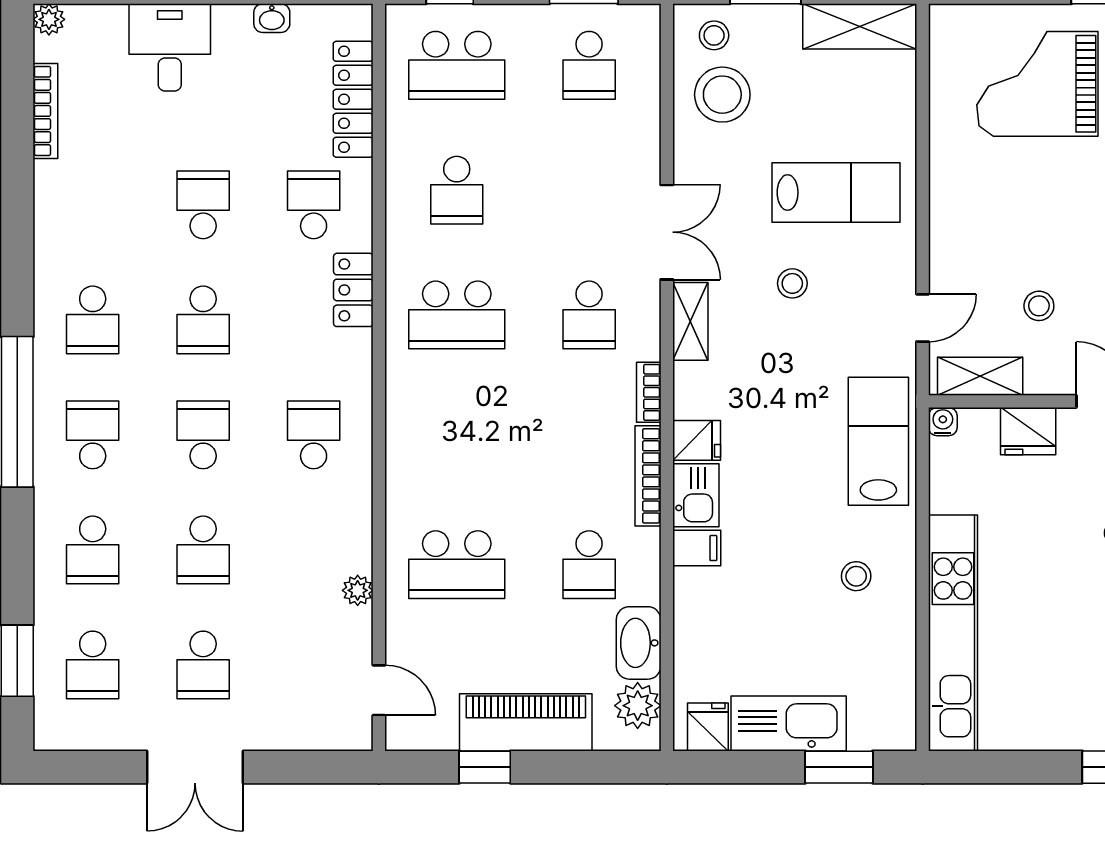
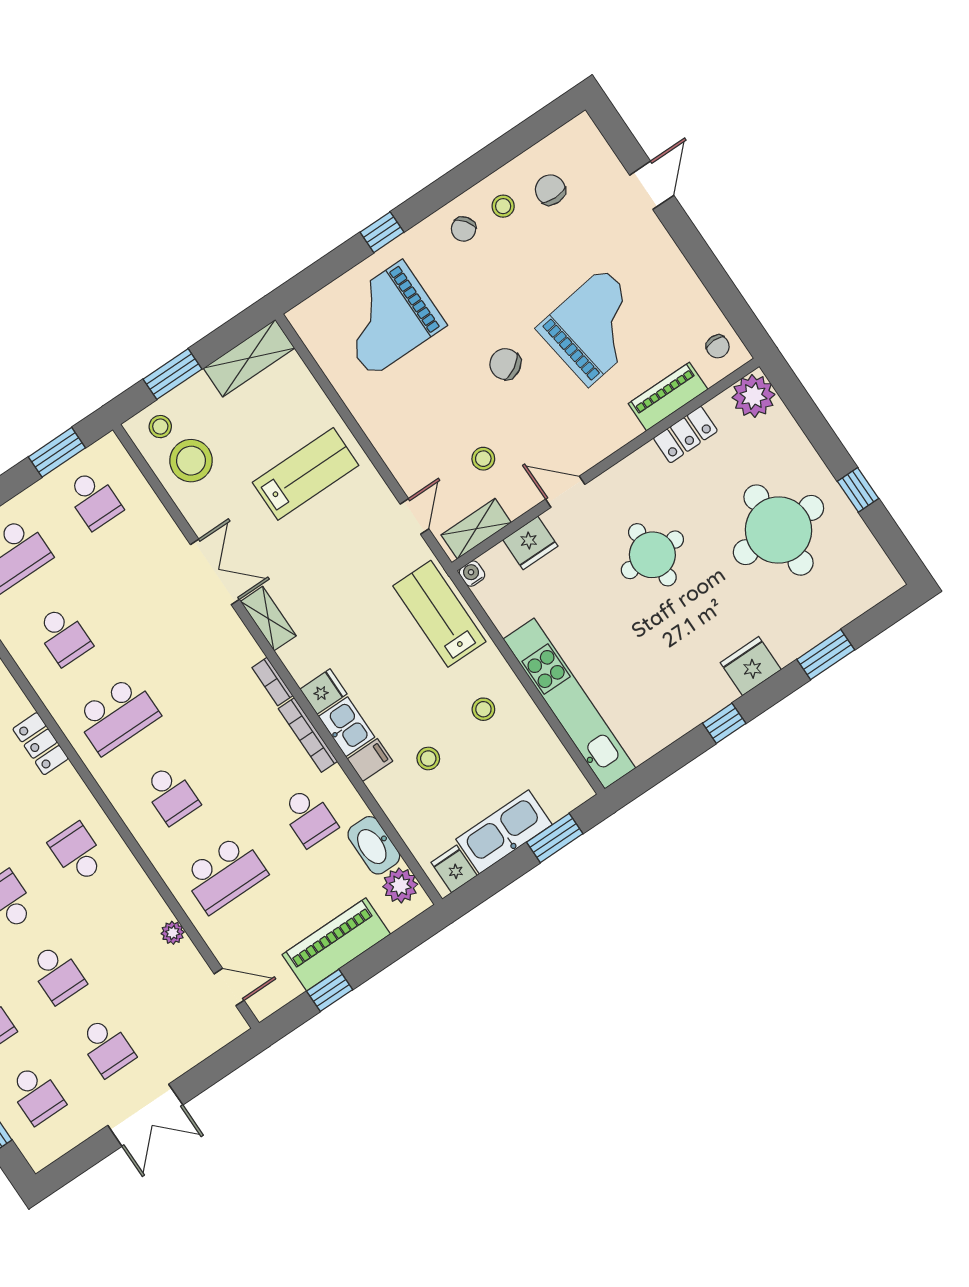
stool: (792, 283) -> (428, 758), moved
school desk: (589, 315) -> (171, 794), moved

